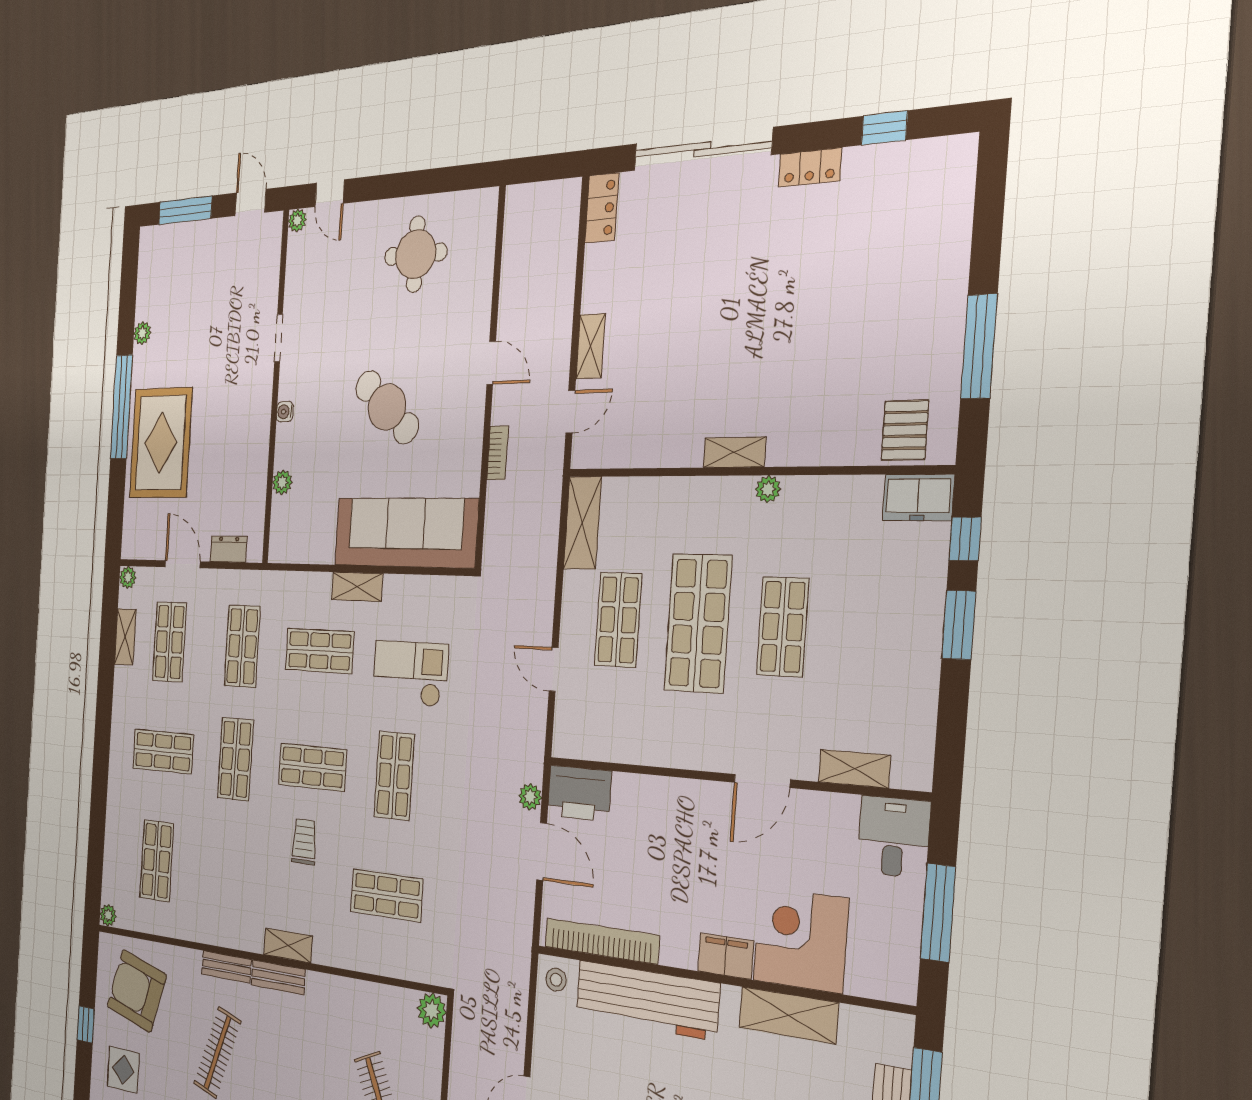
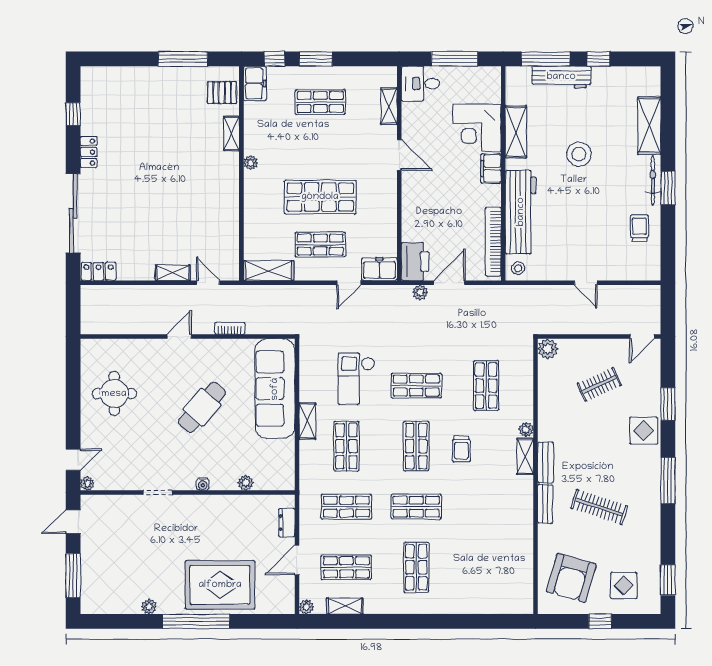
shelving: (734, 452) -> (231, 133), moved
shop shelf: (783, 627) -> (320, 102), moved
freezer: (571, 727) -> (379, 269), added
trolley: (304, 842) -> (461, 449), turned -90
shop shelf: (157, 861) -> (486, 567), removed
plant: (108, 915) -> (526, 429), moved

